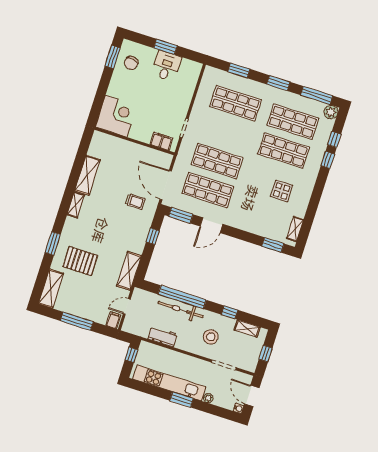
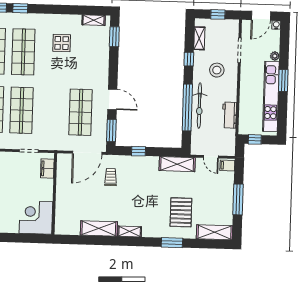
shop shelf: (217, 161) -> (21, 110), moved

